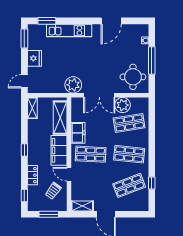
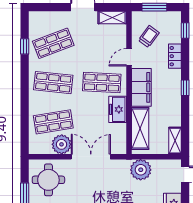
plant: (73, 85) -> (141, 170), moved
door: (69, 174) -> (129, 57), swing flipped

